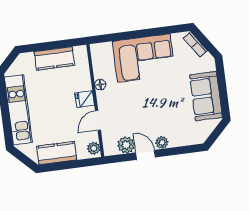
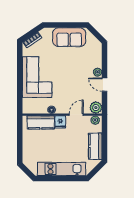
kitchen counter: (54, 58) -> (41, 122), moved, turned 90
door: (98, 120) -> (76, 115), swing flipped
plant: (126, 145) -> (96, 108), moved
door: (146, 155) -> (105, 85), hinge flipped

